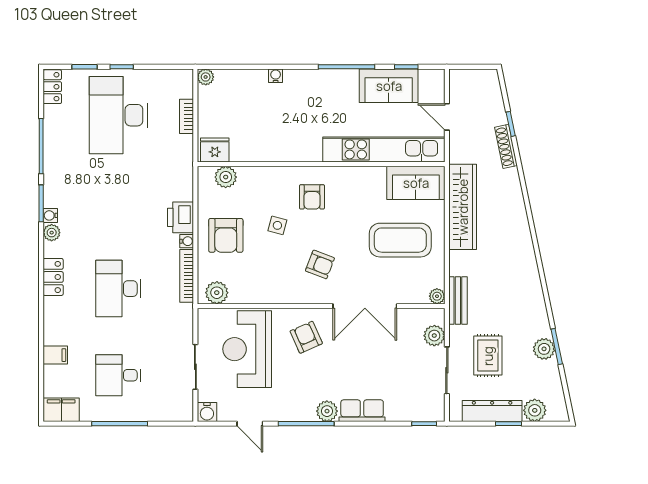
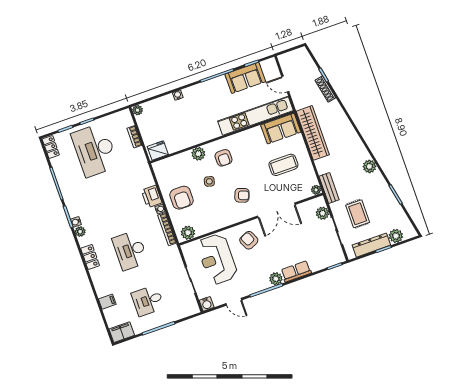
plant: (226, 177) -> (198, 154), moved
coffee table: (400, 240) -> (283, 165), width x0.73, depth x0.76
plant: (544, 349) -> (369, 166), moved

